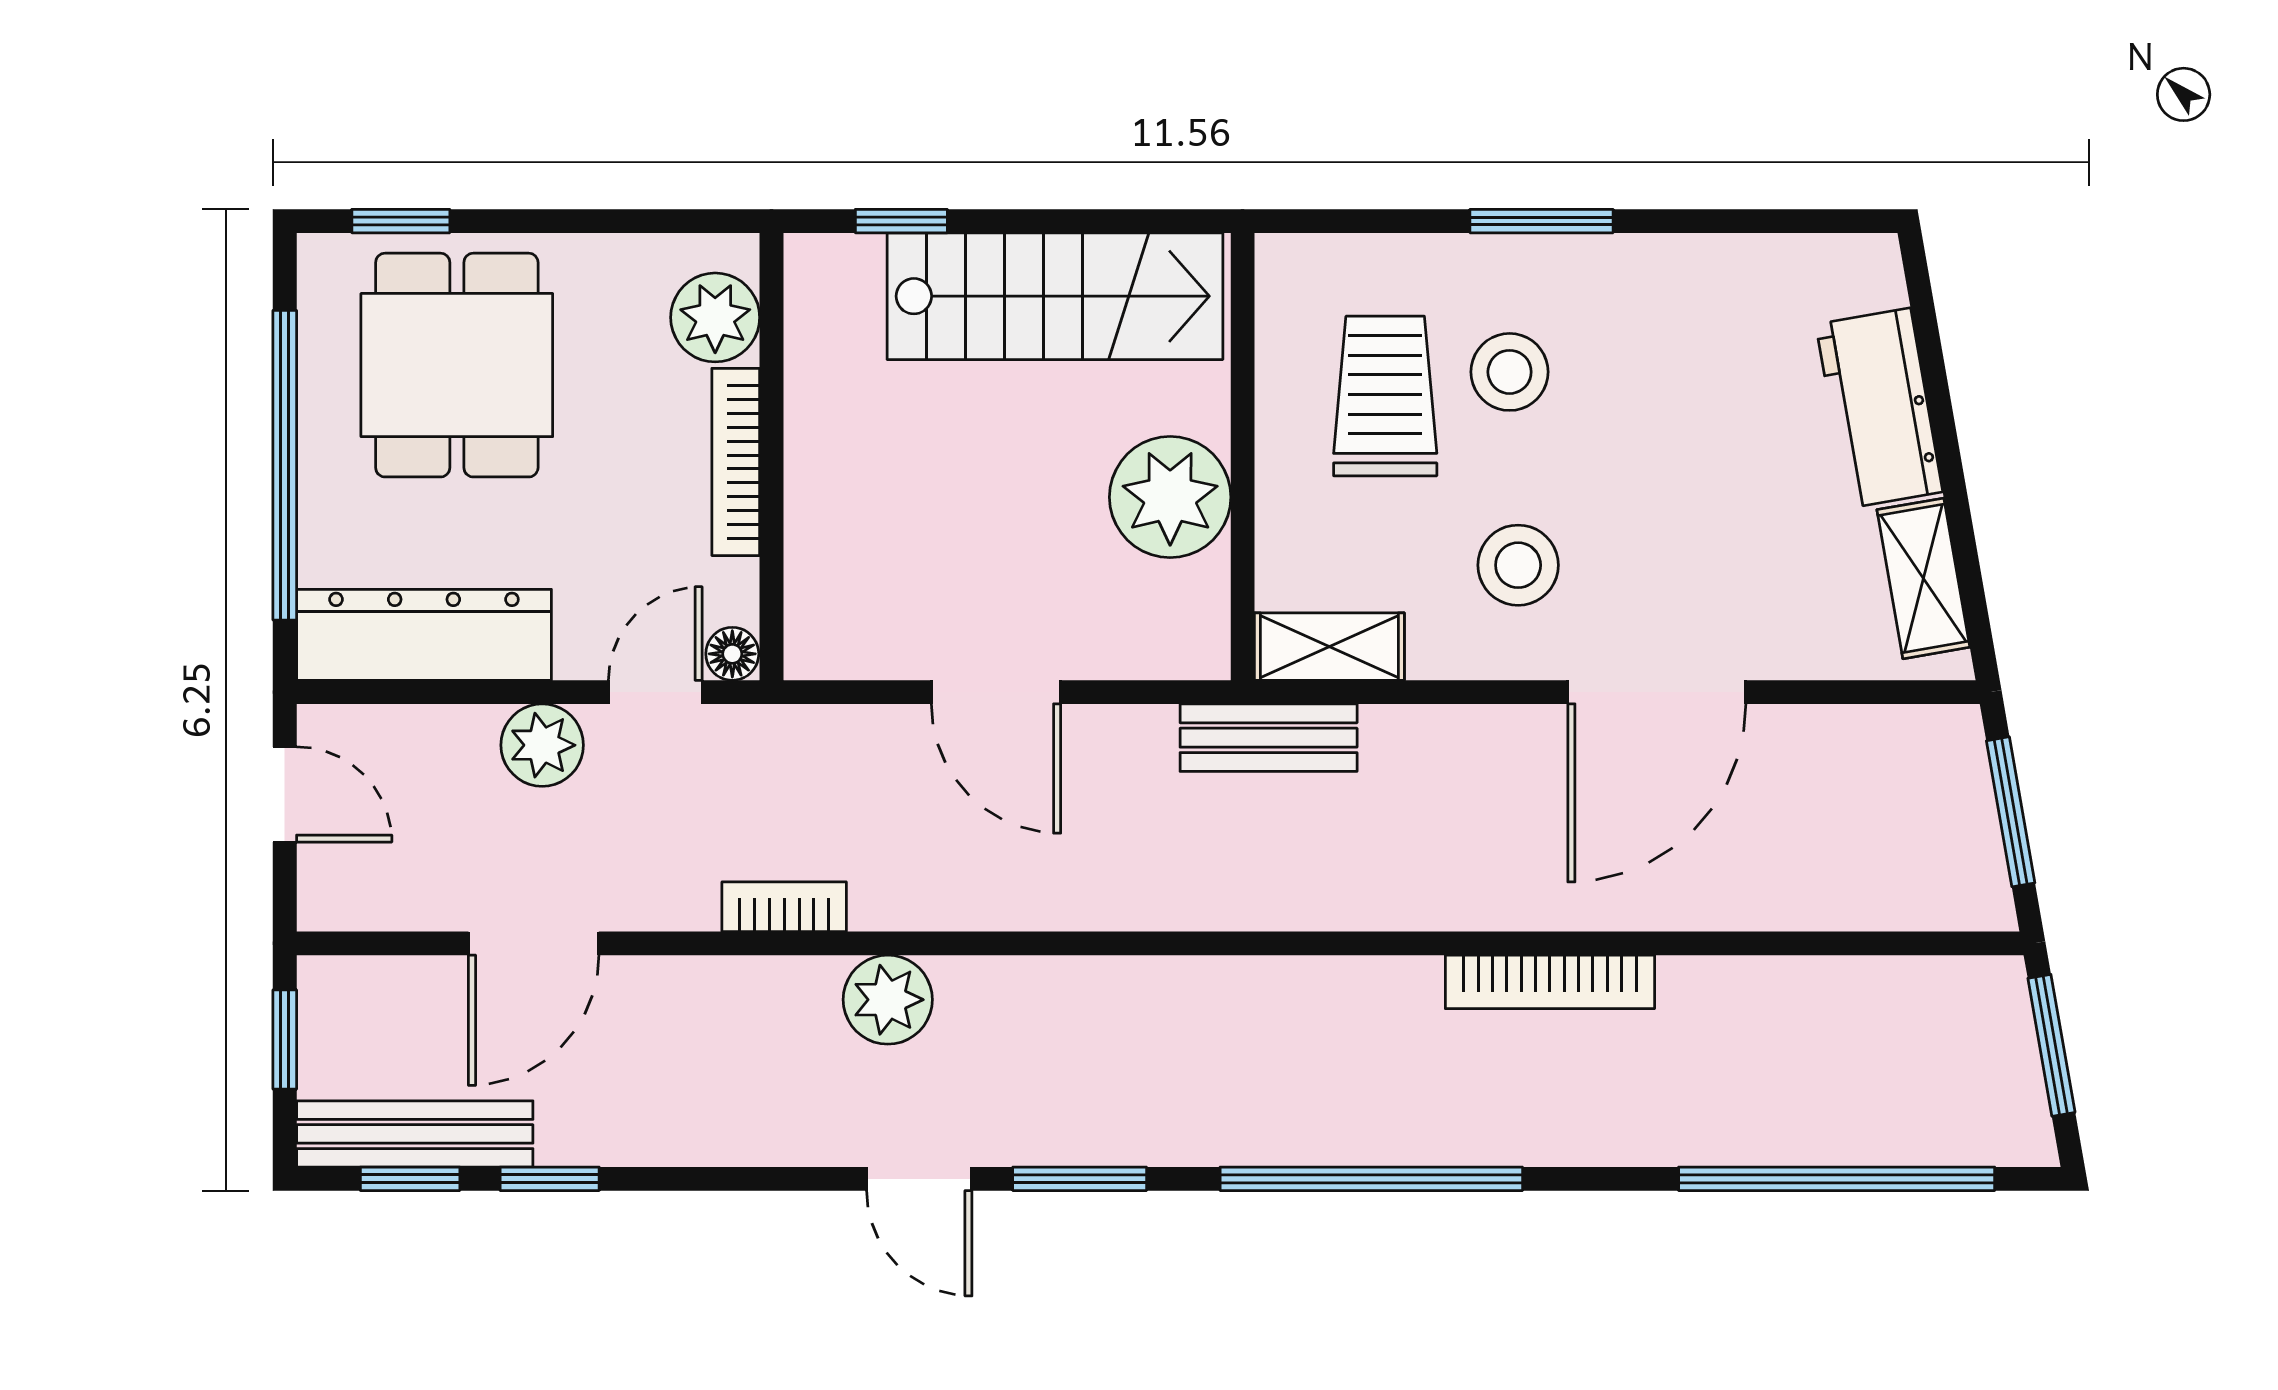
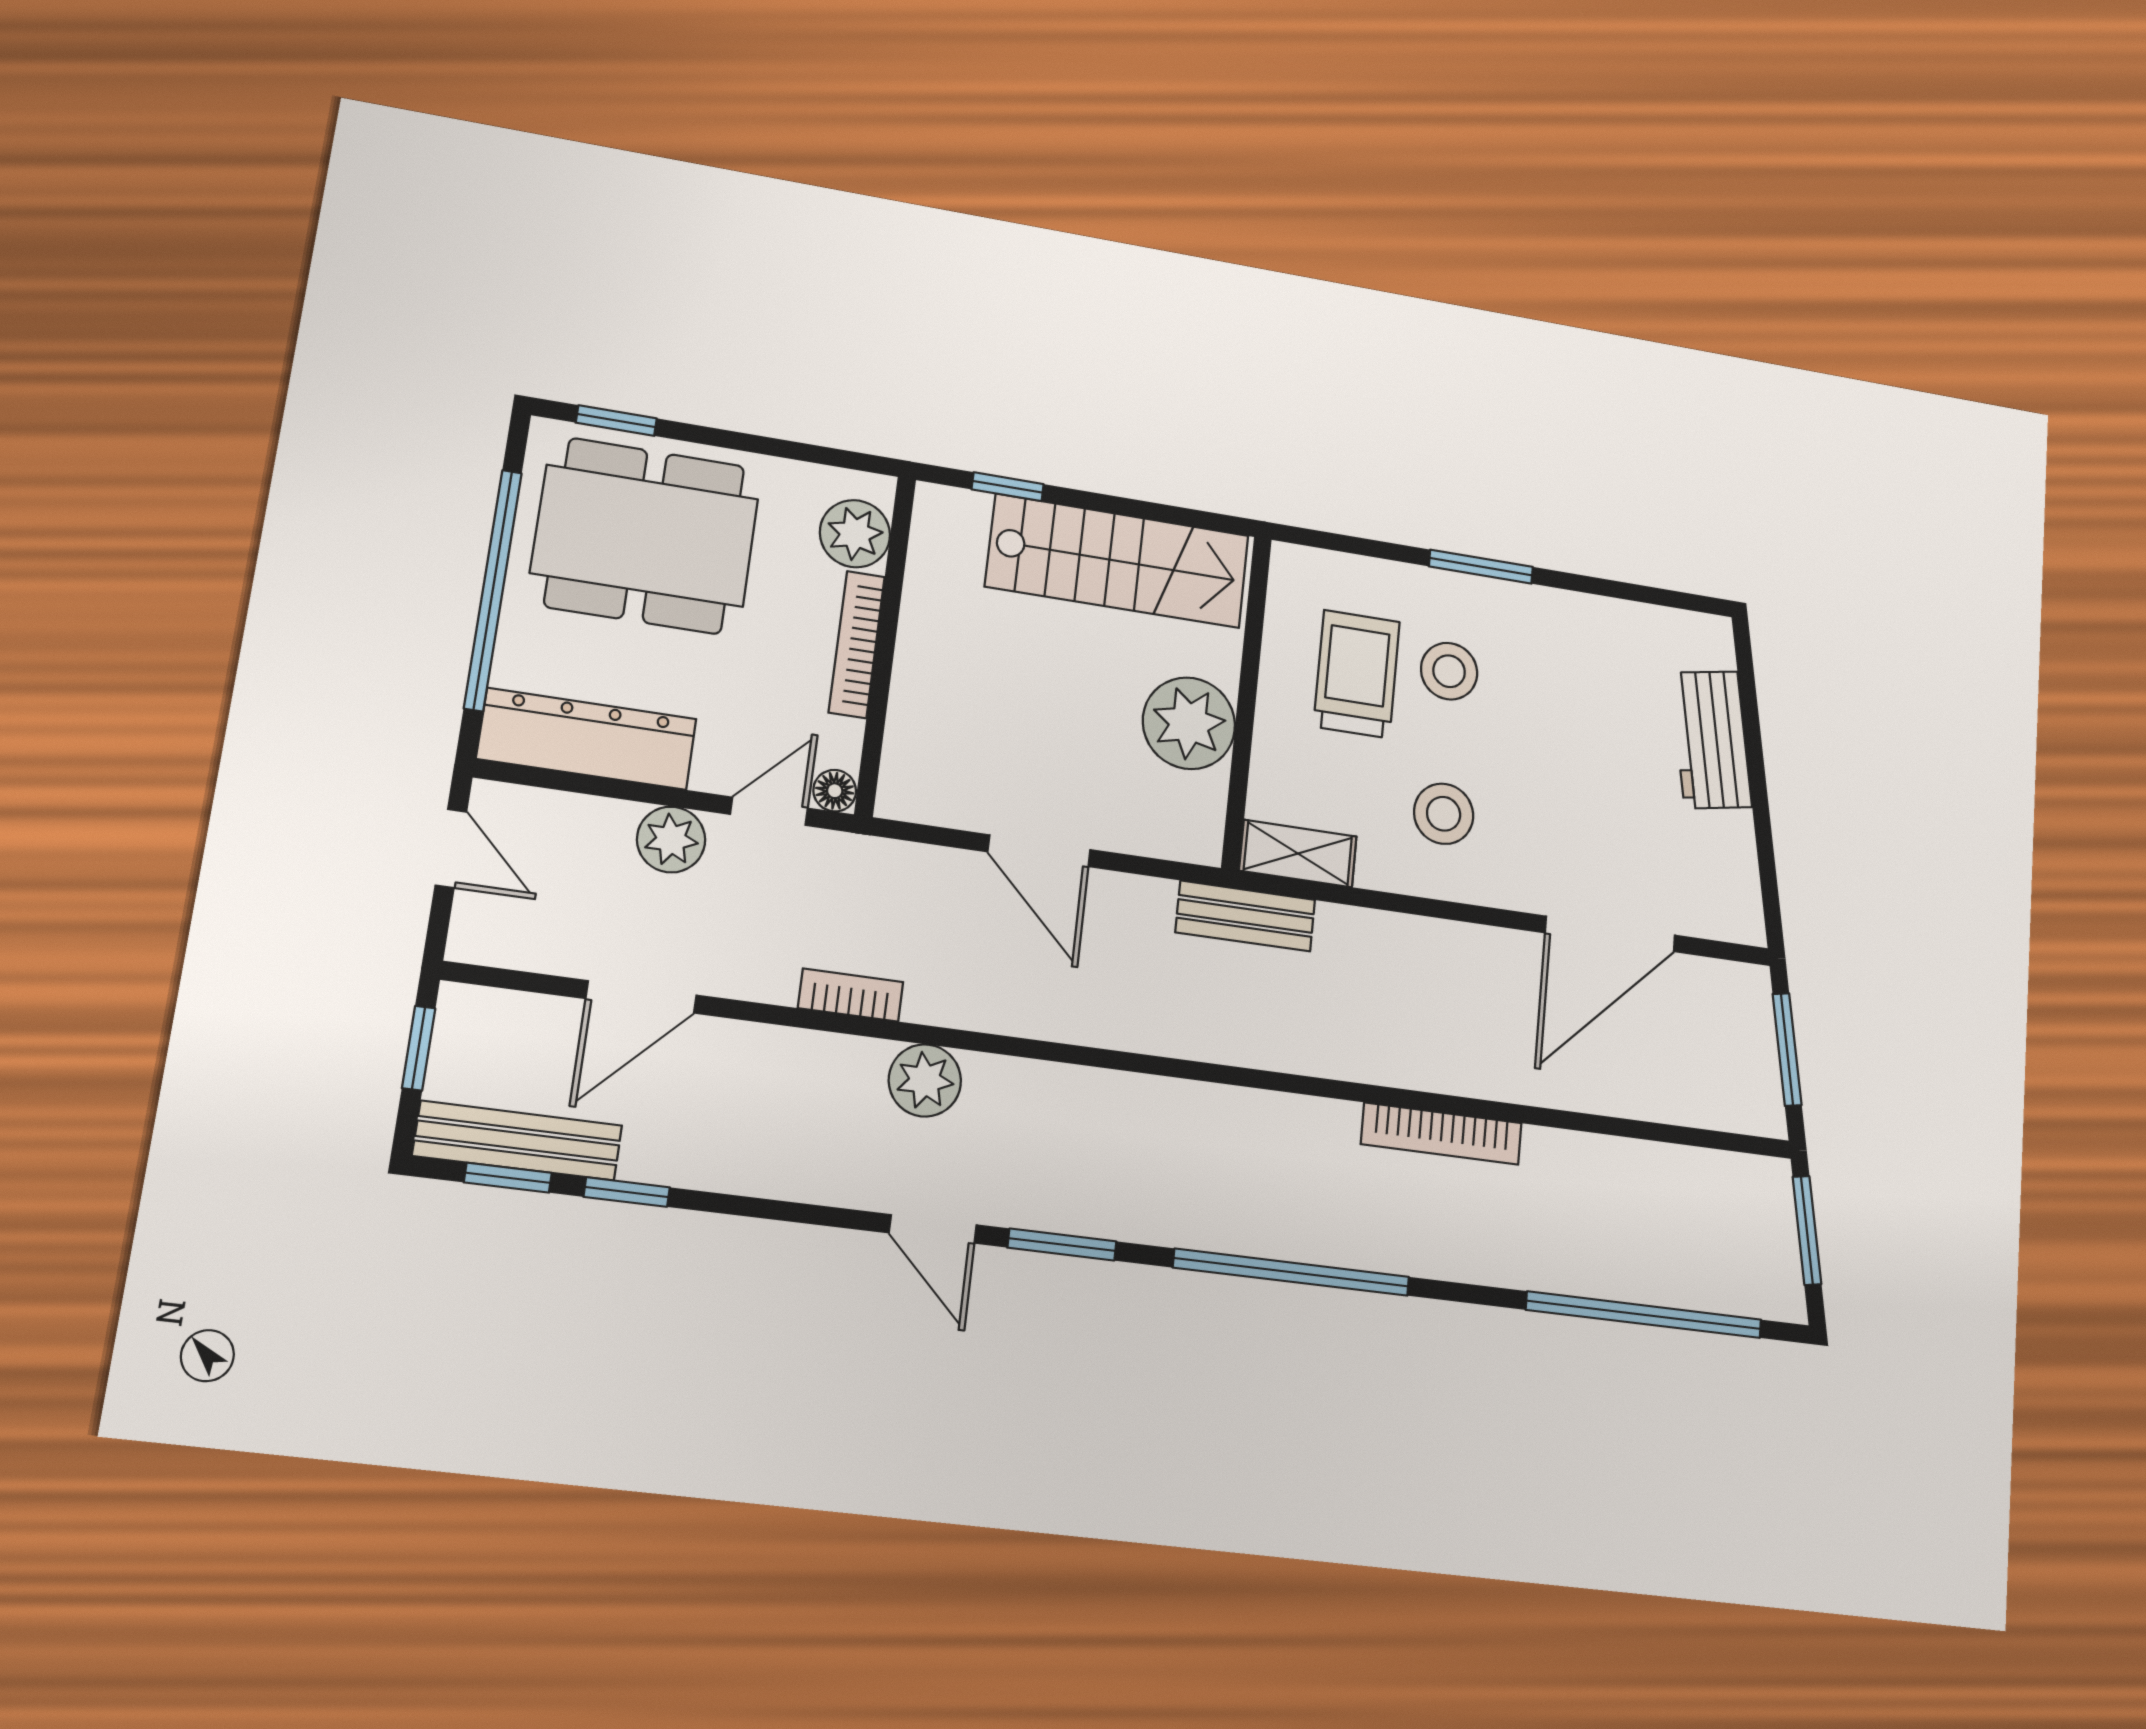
dining table: (457, 365) -> (645, 536), width x1.38
shelving: (1923, 578) -> (1735, 868), removed
door: (1657, 692) -> (1610, 934), moved

